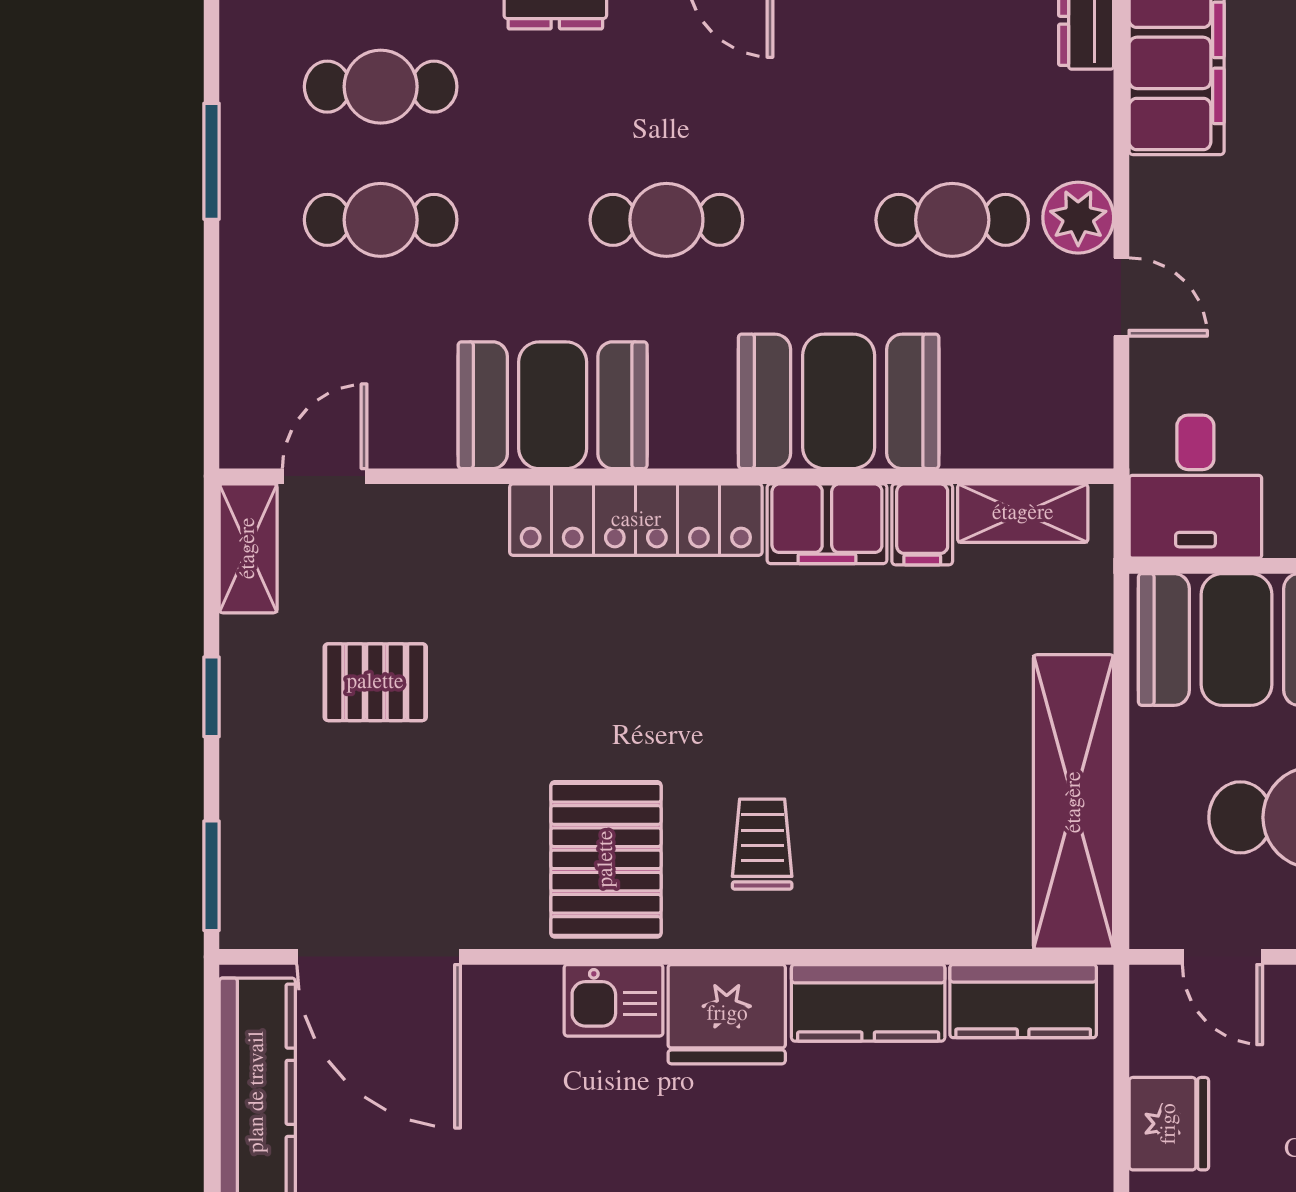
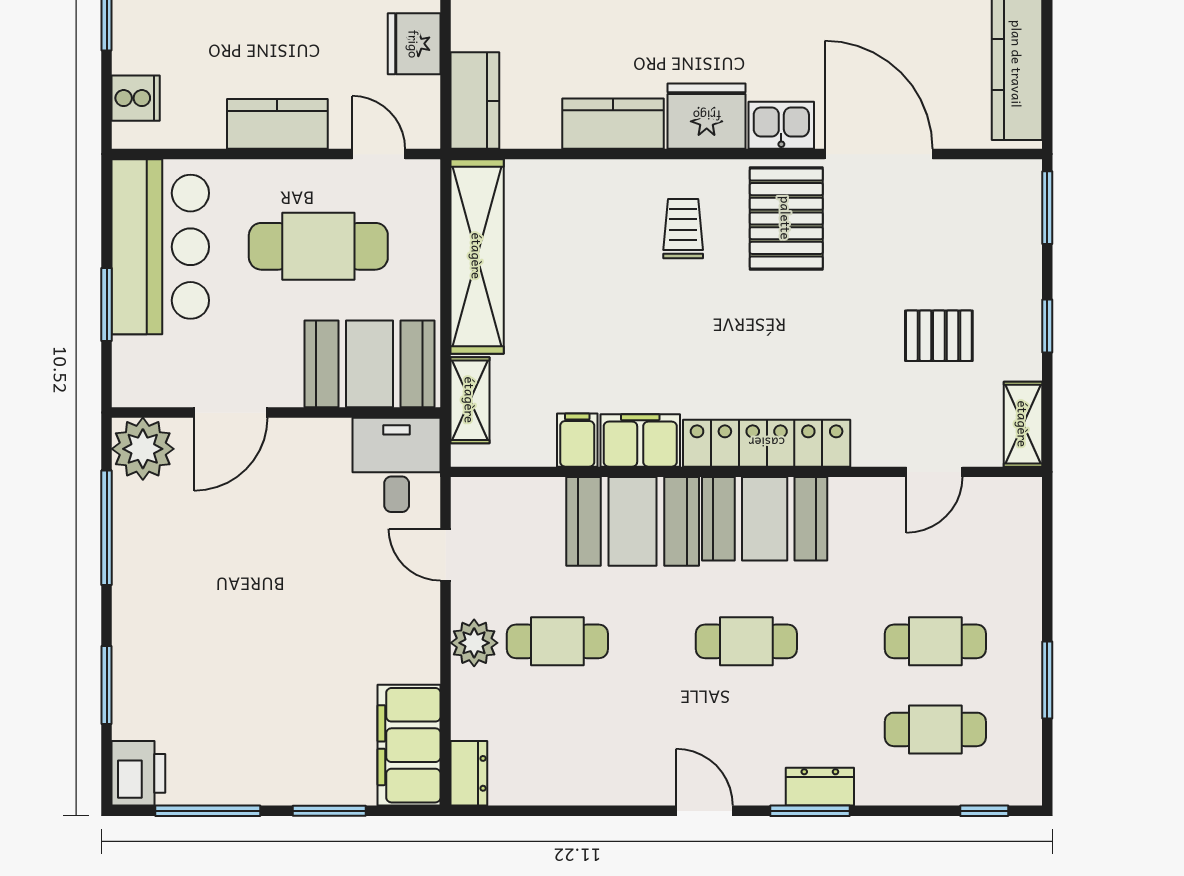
door: (1121, 297) -> (446, 555), moved
booth: (553, 405) -> (765, 519), moved
door: (325, 476) -> (934, 472), moved
shelving: (1023, 513) -> (470, 400), moved, turned 90
trolley: (762, 844) -> (683, 229), turned 180
door: (379, 957) -> (879, 154), moved
kitchen counter: (1023, 1001) -> (475, 101), moved, turned 90

